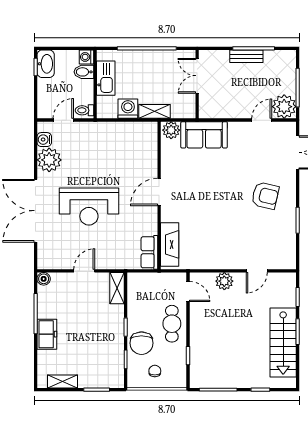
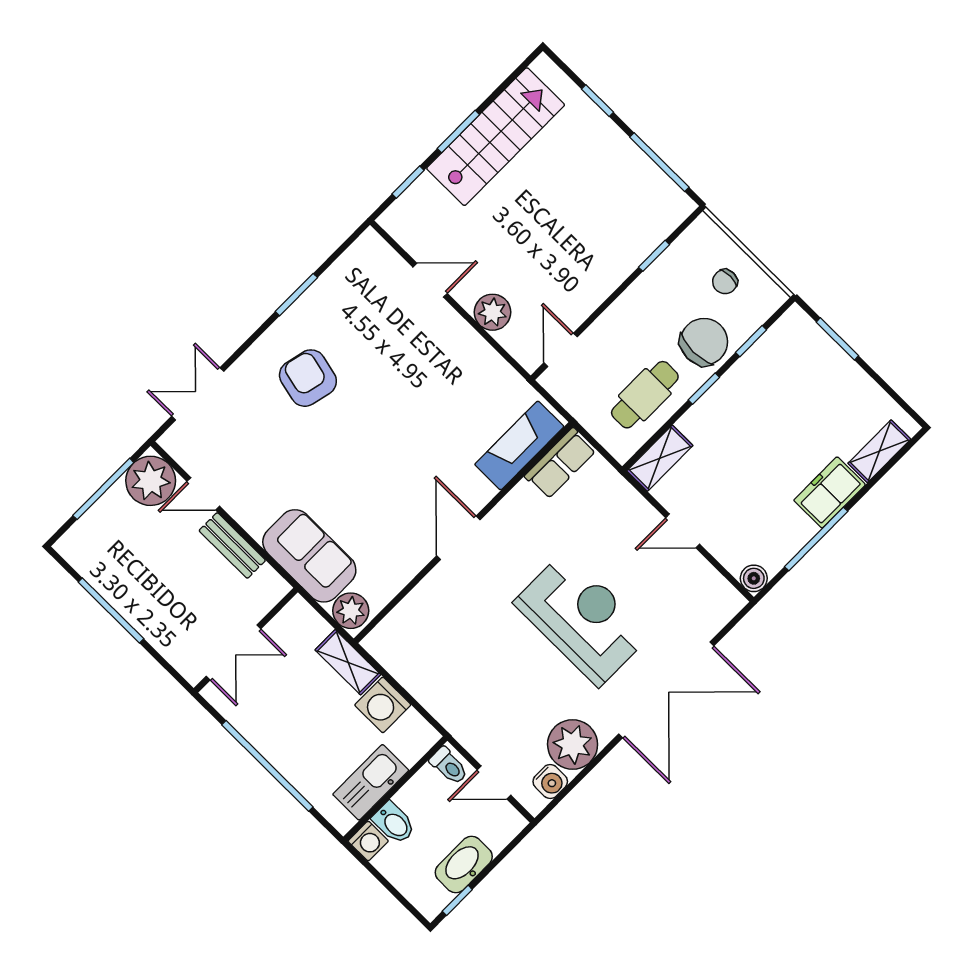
bench: (246, 56) -> (232, 545), moved
washbasin: (46, 64) -> (464, 864), moved
door: (159, 192) -> (458, 538), swing flipped
cafe table: (172, 324) -> (645, 395), moved
shelving: (63, 381) -> (879, 451), moved, turned 90

